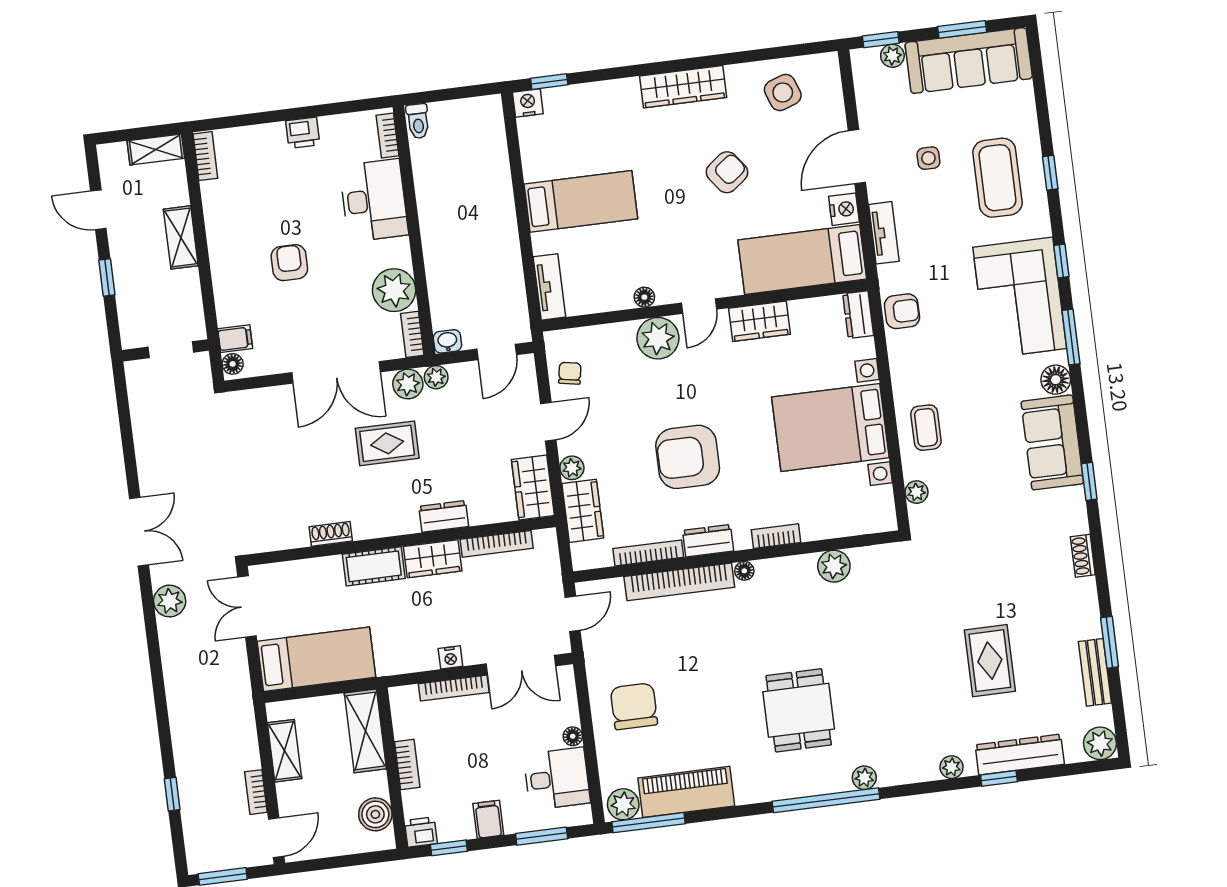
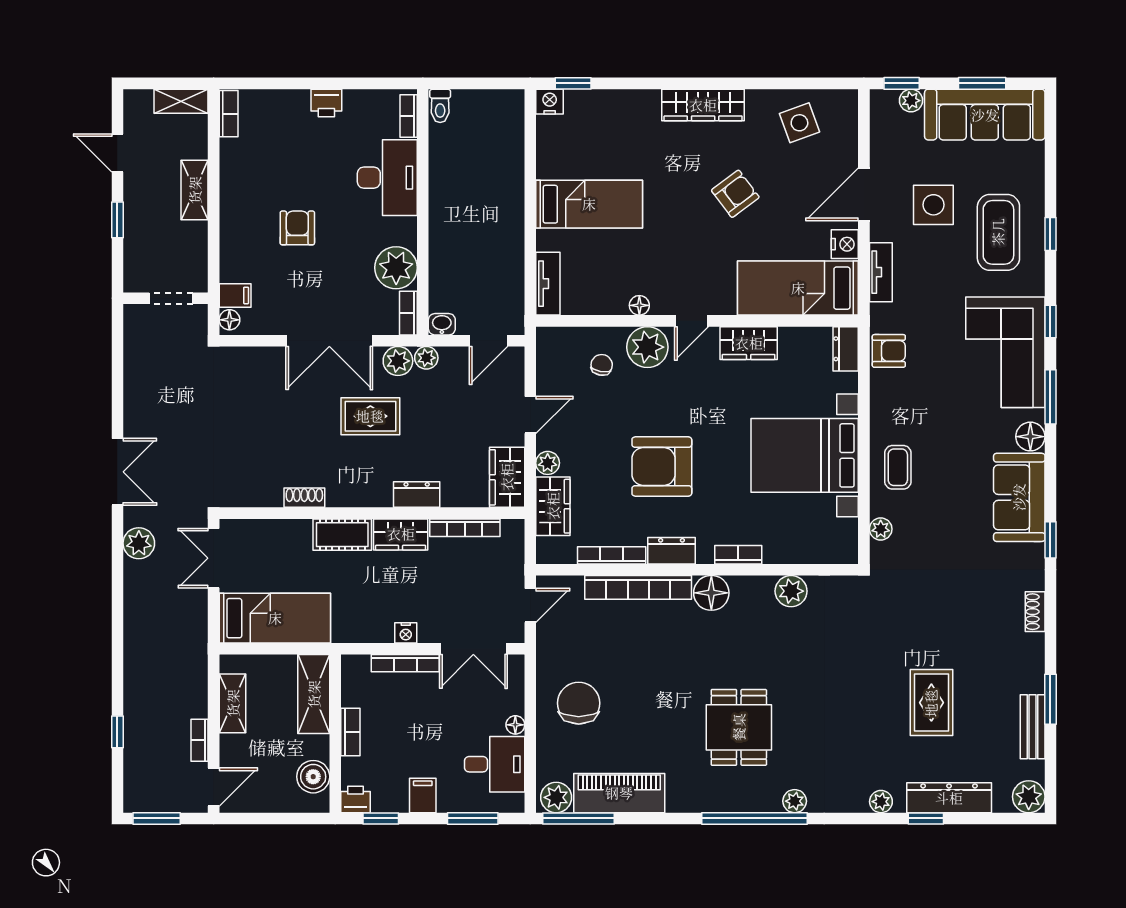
side table: (928, 158) -> (933, 205), width x1.87, depth x1.87
chair: (570, 373) -> (602, 365), moved
floor lamp: (744, 571) -> (711, 593), width x1.89, depth x1.89

